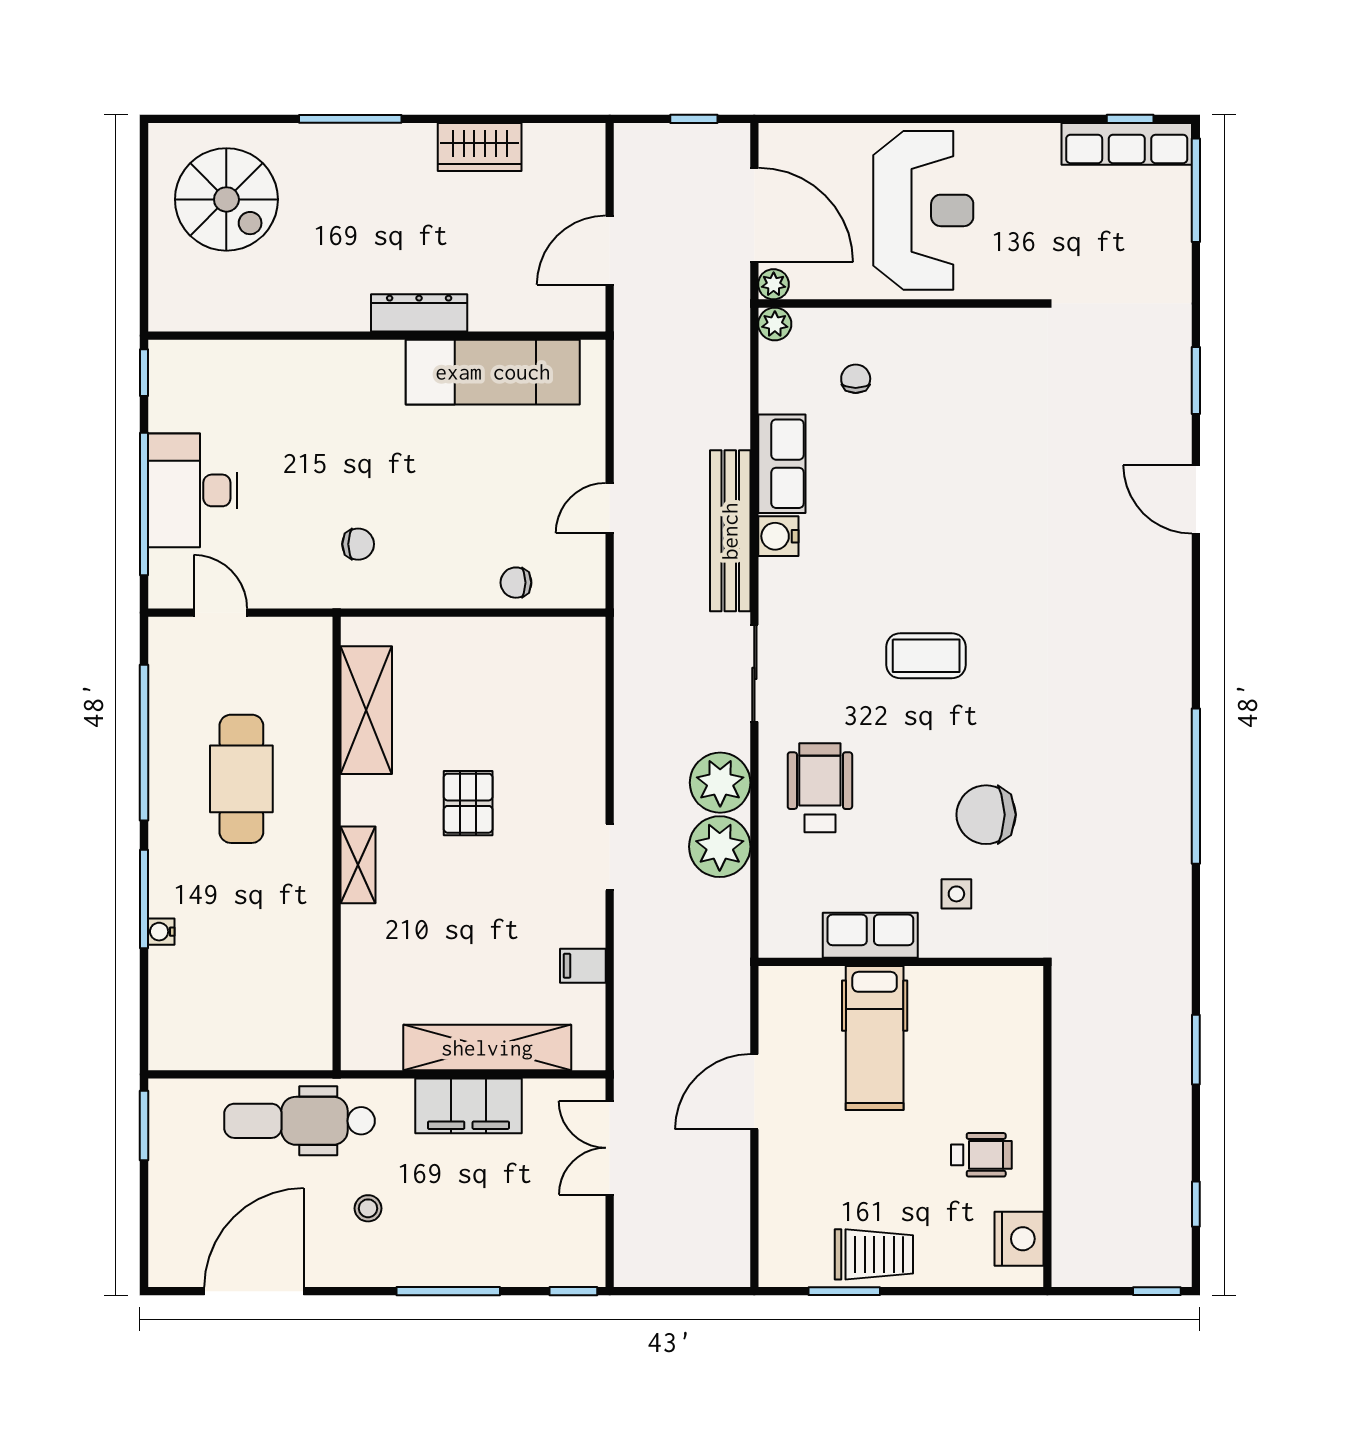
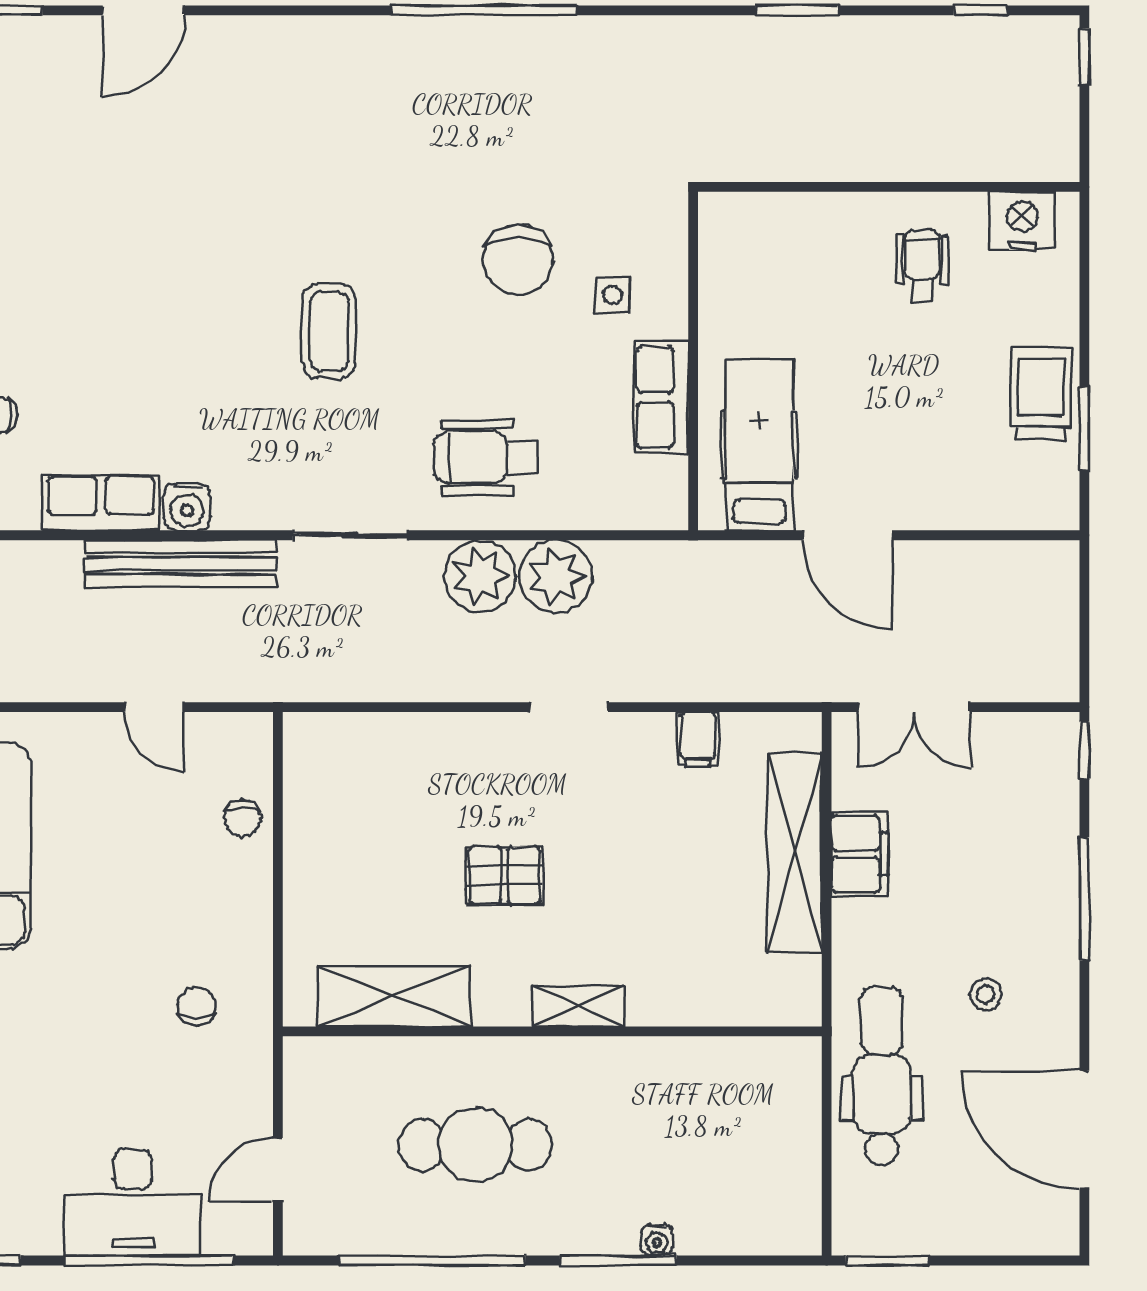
hospital bed: (875, 1038) -> (759, 445), moved, turned -90
filing cabinet: (468, 1106) -> (859, 854), width x0.67, depth x0.86
dental chair: (299, 1121) -> (882, 1076), turned 180

